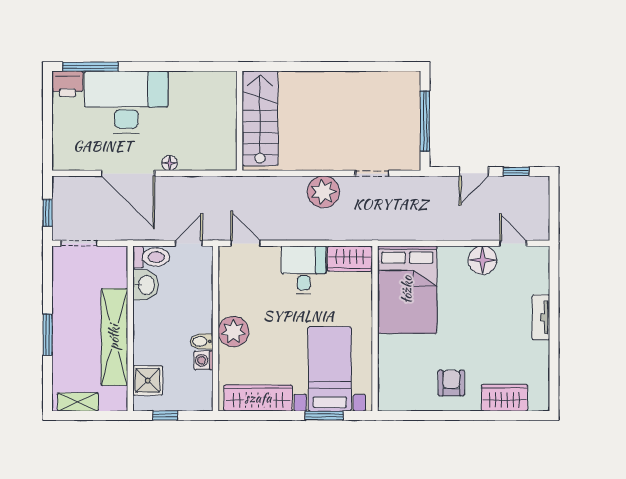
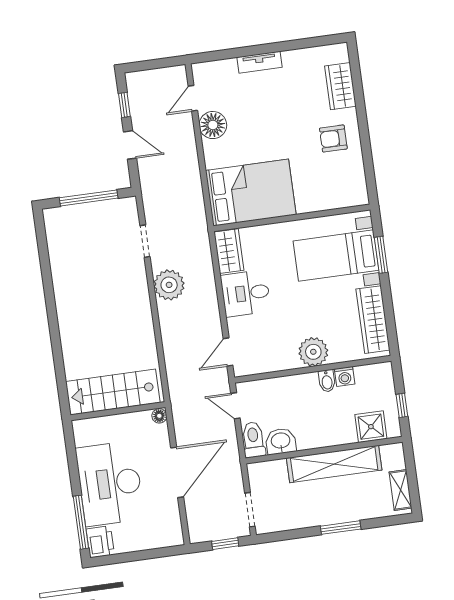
stairs: (260, 118) -> (113, 392), moved
wall: (240, 121) -> (118, 411), moved
floor lamp: (170, 163) -> (159, 416), moved

